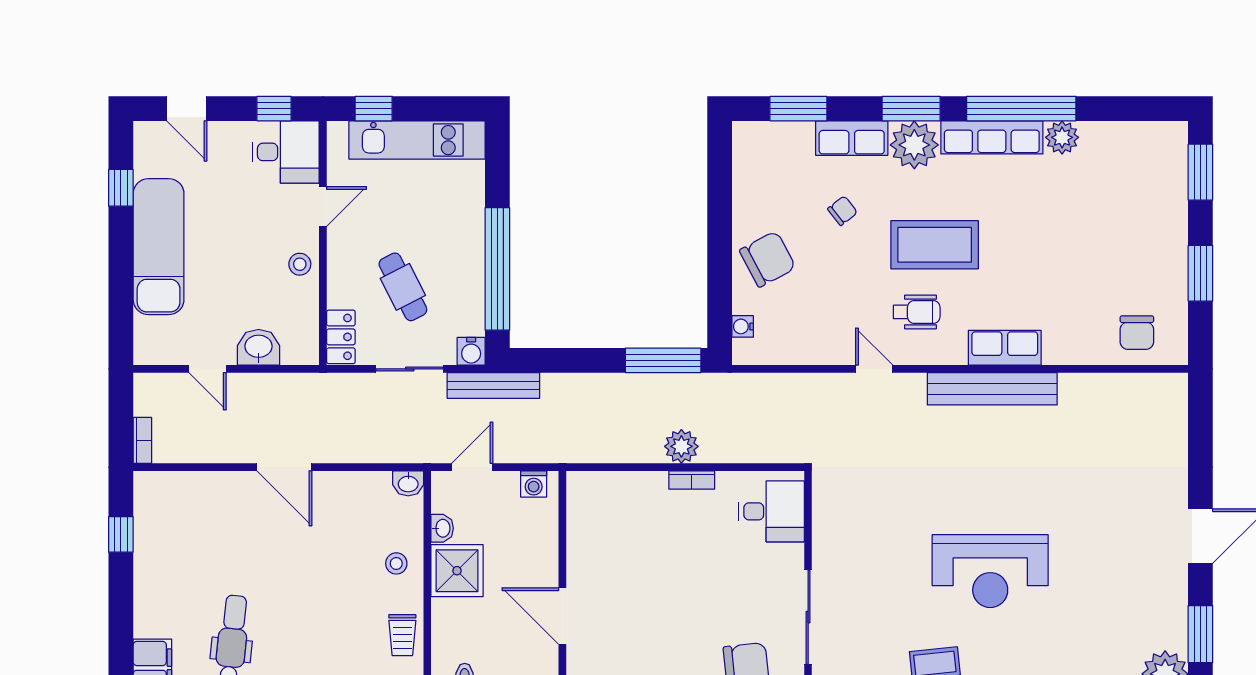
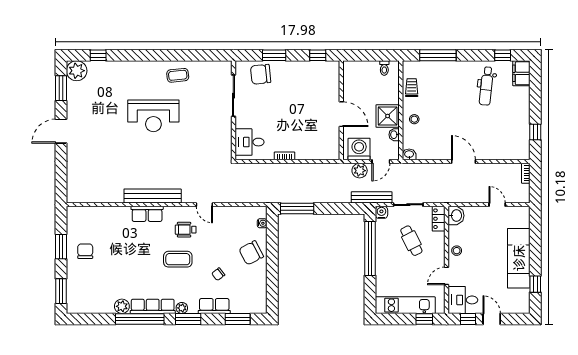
door: (187, 109) -> (492, 319), moved
plant: (914, 145) -> (182, 308), width x0.53, depth x0.53
coffee table: (935, 245) -> (178, 259), width x0.73, depth x0.76
chair: (1137, 333) -> (85, 251), moved
washbasin: (259, 347) -> (456, 216), moved, turned -90
plant: (681, 446) -> (360, 171), moved
washing machine: (534, 484) -> (359, 149), width x1.89, depth x1.89
reception desk: (990, 571) -> (153, 116), turned 180
door: (562, 616) -> (341, 114), moved

